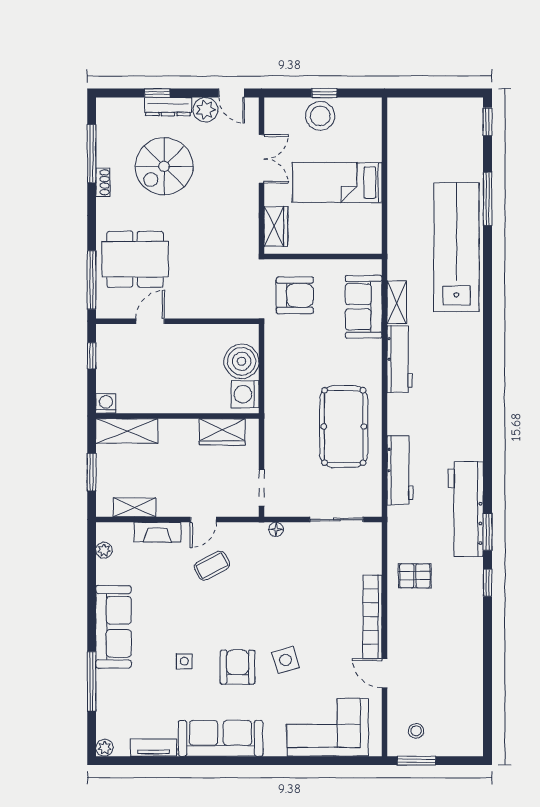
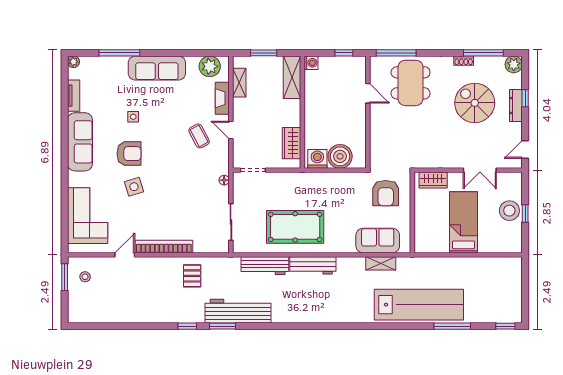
plant: (205, 110) -> (514, 64), moved
workbench: (400, 359) -> (313, 265), moved
plant: (104, 550) -> (210, 66), width x1.87, depth x1.87

